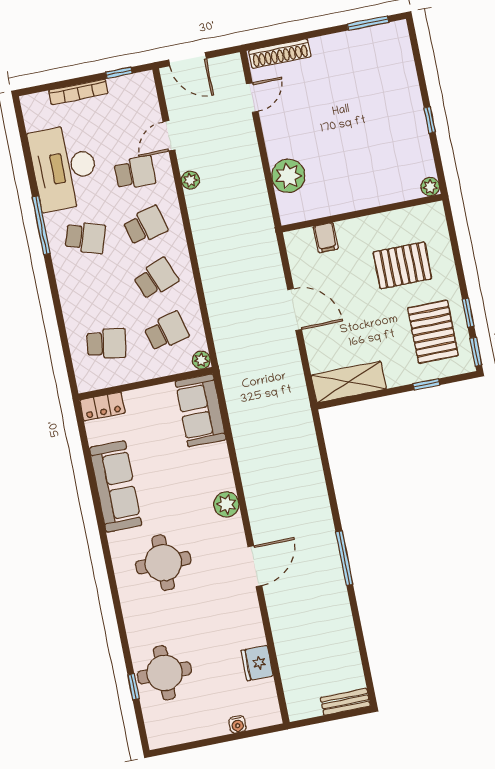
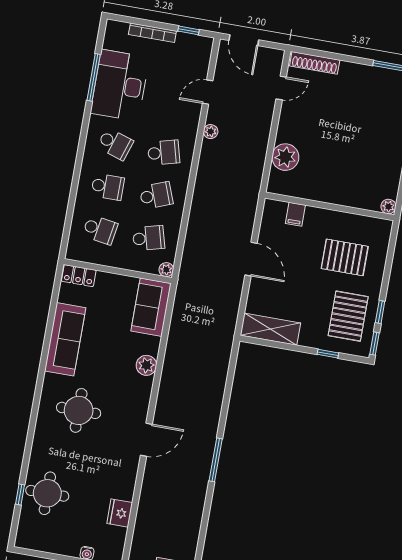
school desk: (135, 173) -> (108, 187), moved
window: (41, 225) -> (94, 77), moved
plant: (226, 504) -> (146, 365), moved

